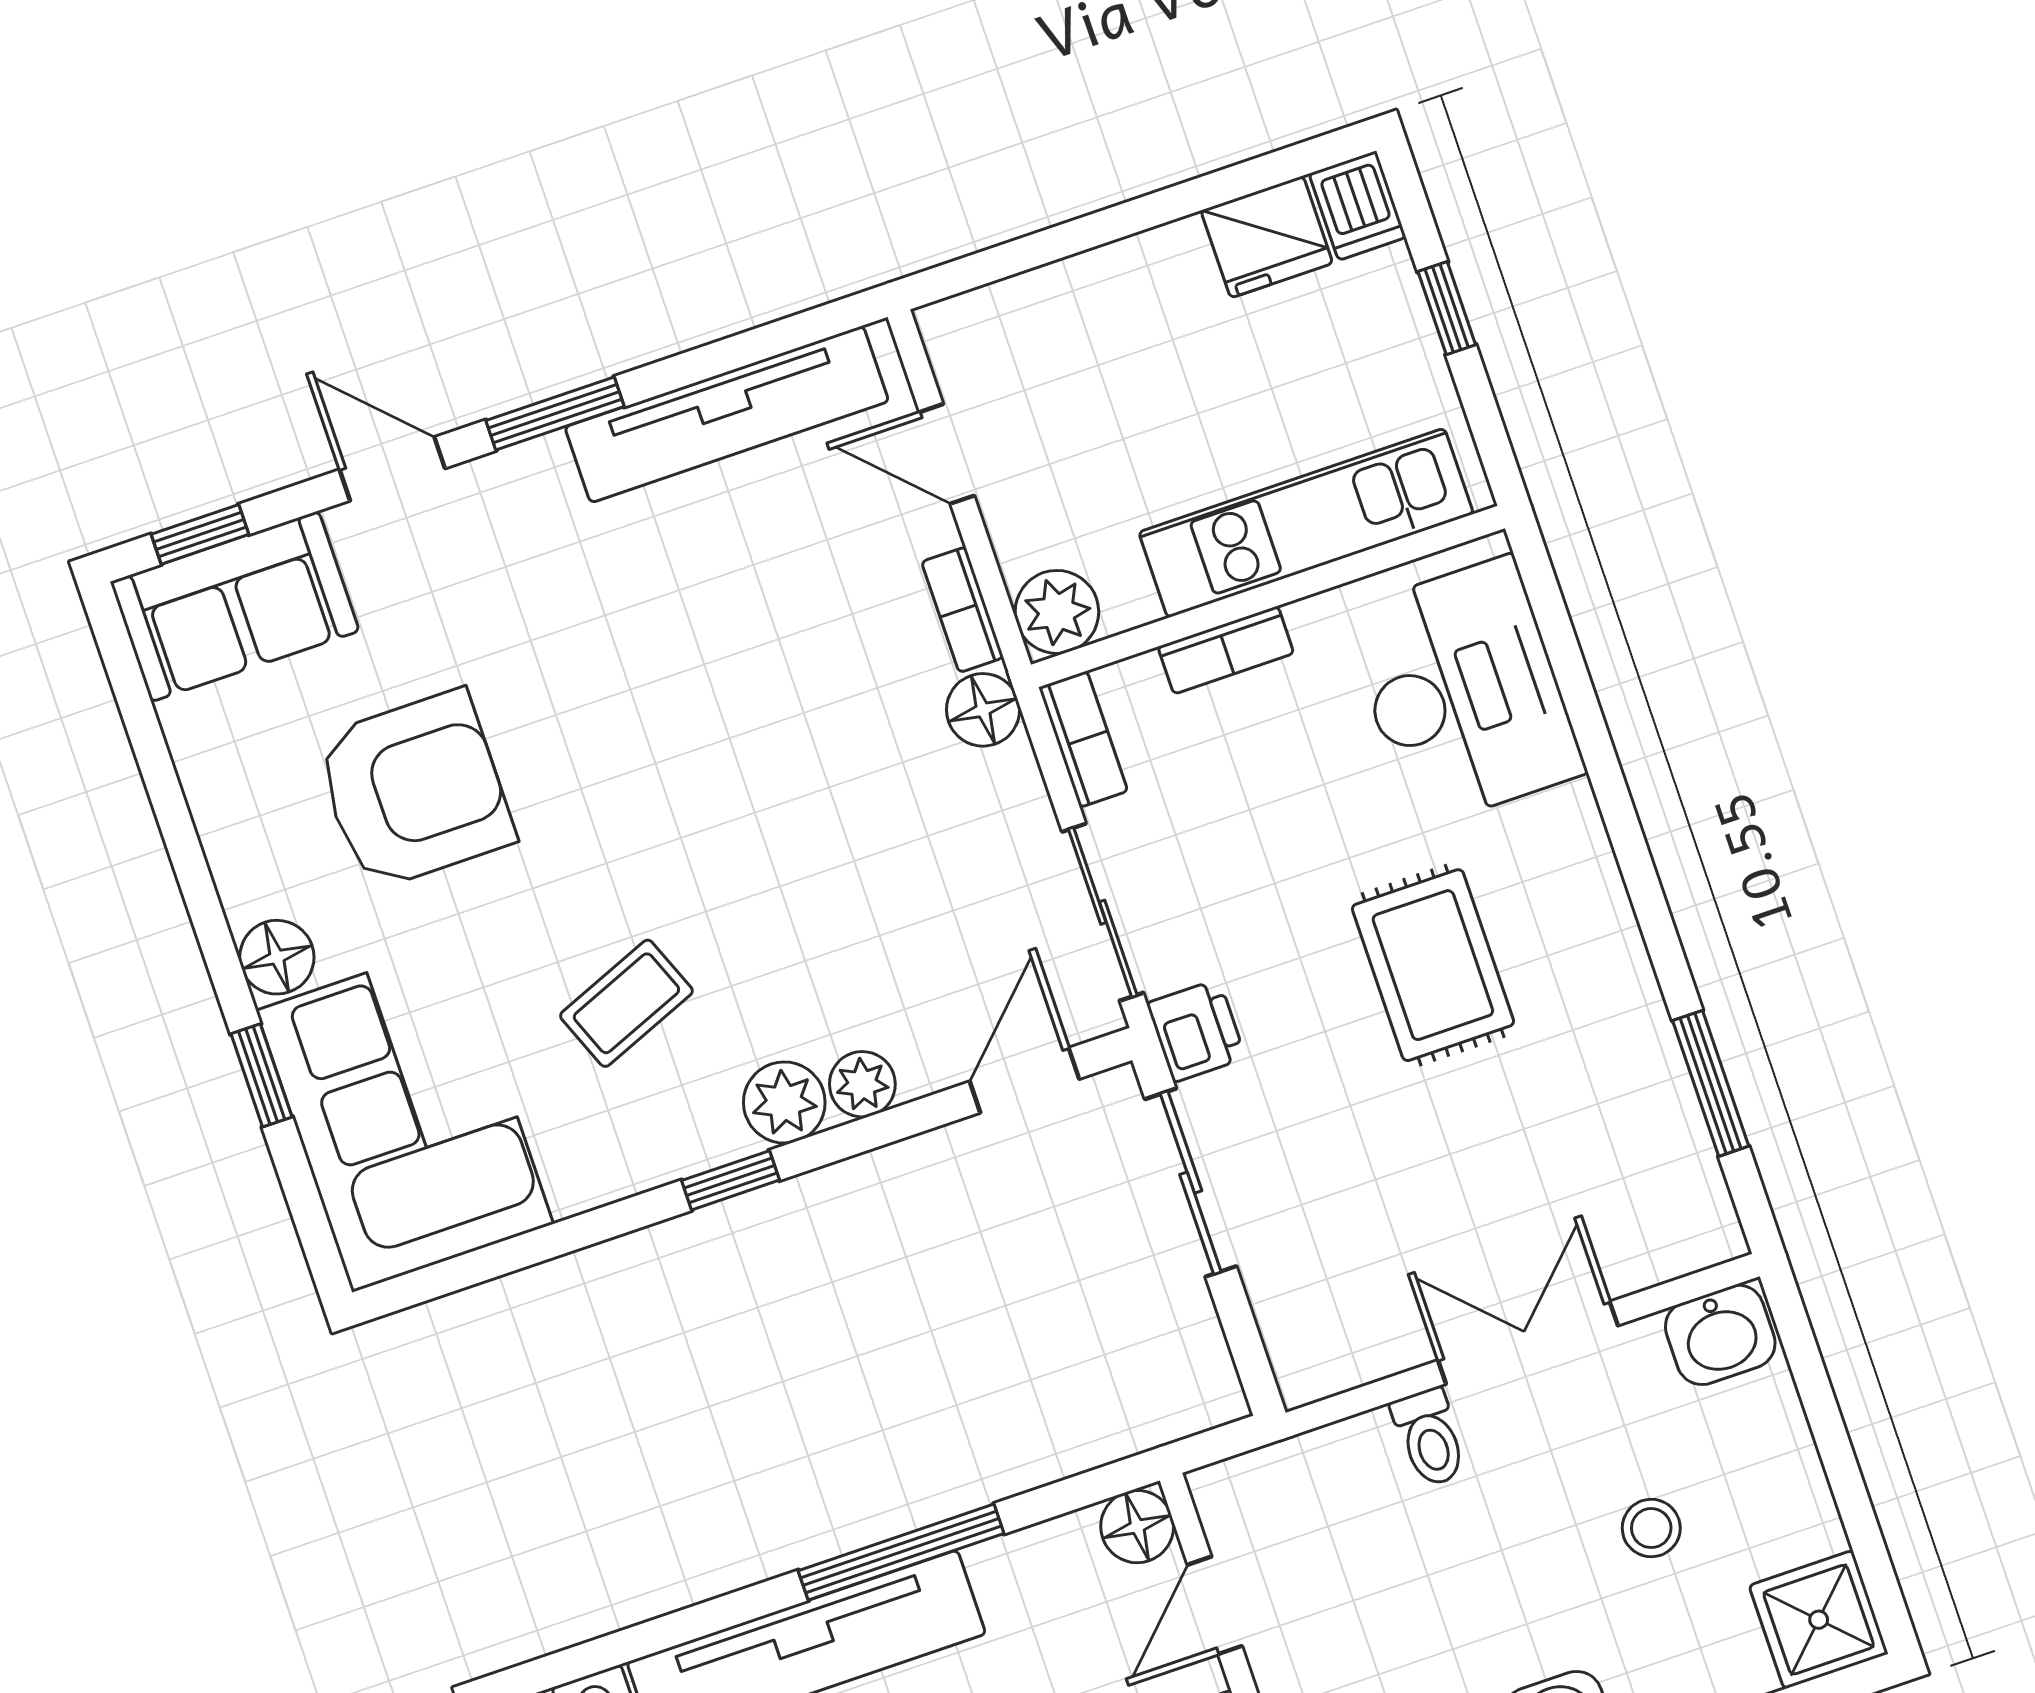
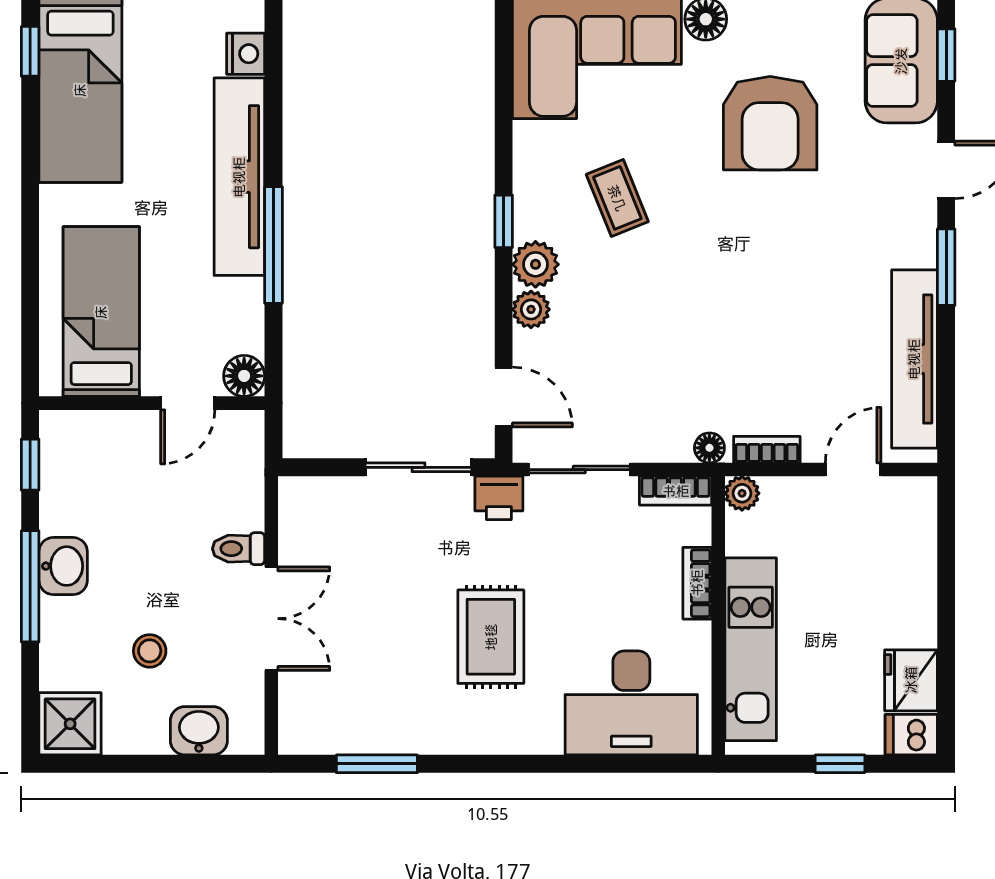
plant: (1057, 612) -> (742, 493), width x0.73, depth x0.73
floor lamp: (983, 710) -> (709, 448), width x0.73, depth x0.73
rug: (1433, 965) -> (491, 637), turned 90
washbasin: (1720, 1335) -> (199, 731), moved, turned 90
door: (1215, 1605) -> (188, 403), swing flipped

